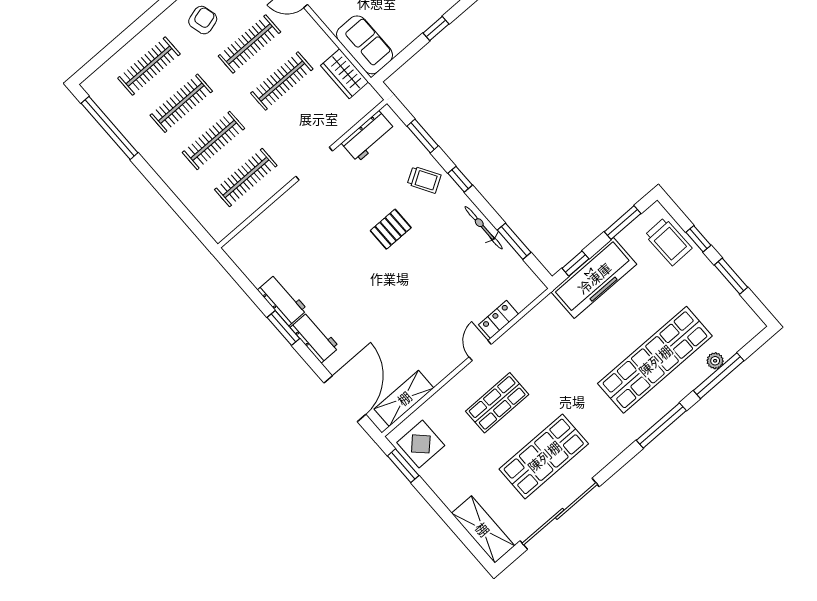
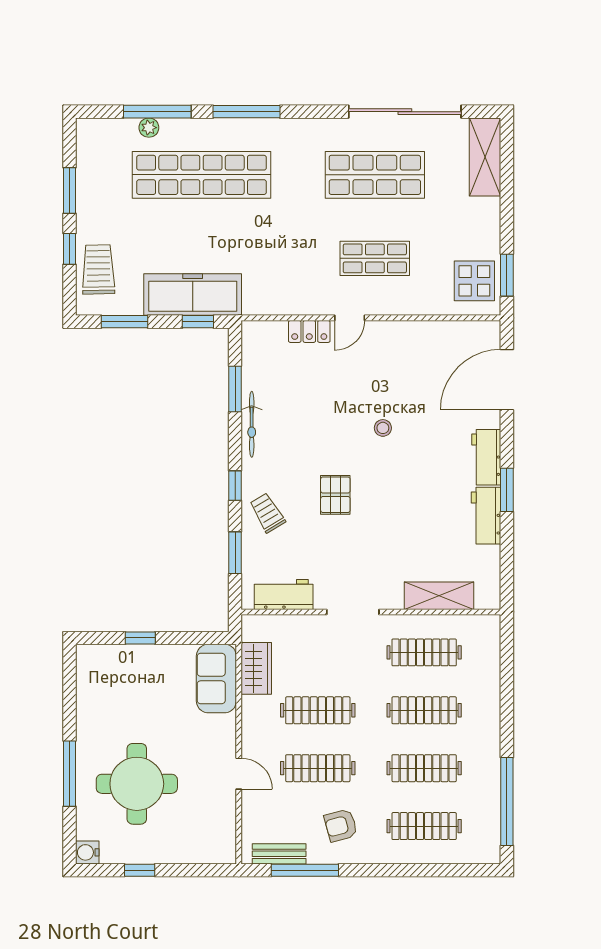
pallet: (391, 229) -> (335, 495), turned 90
stool: (397, 299) -> (383, 428), added
shelving: (404, 398) -> (439, 596), moved

